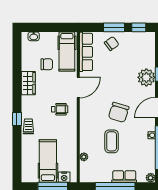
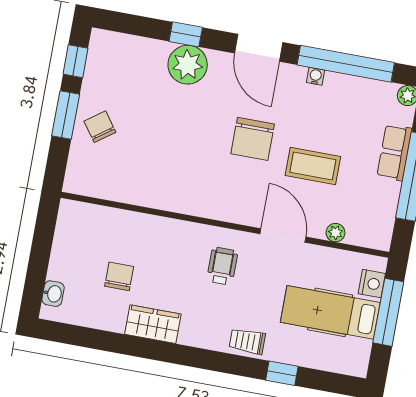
hospital bed: (67, 51) -> (99, 227), removed
row of seats: (86, 52) -> (108, 186), removed
door: (78, 88) -> (283, 235), moved
chair: (119, 112) -> (253, 139), turned 73
window: (17, 119) -> (282, 373), moved

